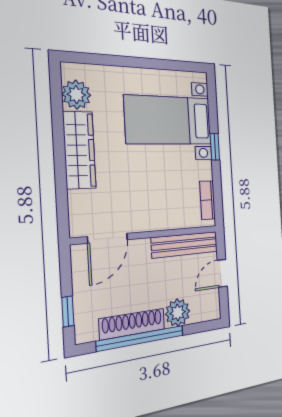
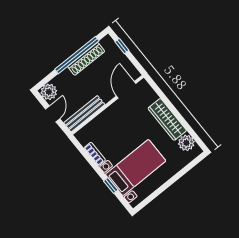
window: (215, 147) -> (111, 186), moved
bookcase: (207, 200) -> (95, 154), moved
plant: (178, 313) -> (49, 92), moved

